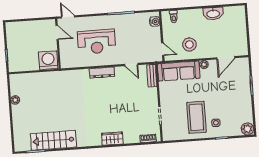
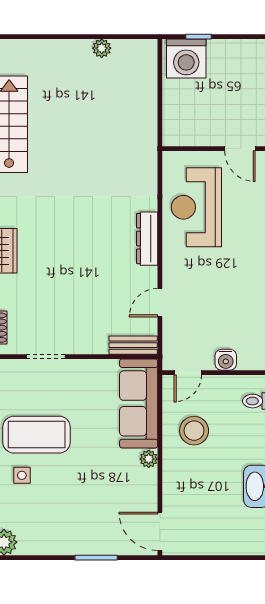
water cooler: (155, 22) -> (226, 360), moved
door: (57, 33) -> (240, 149), hinge flipped
reception desk: (97, 42) -> (196, 207), moved
door: (226, 58) -> (160, 531), moved
washing machine: (48, 60) -> (186, 58), moved, turned 90

